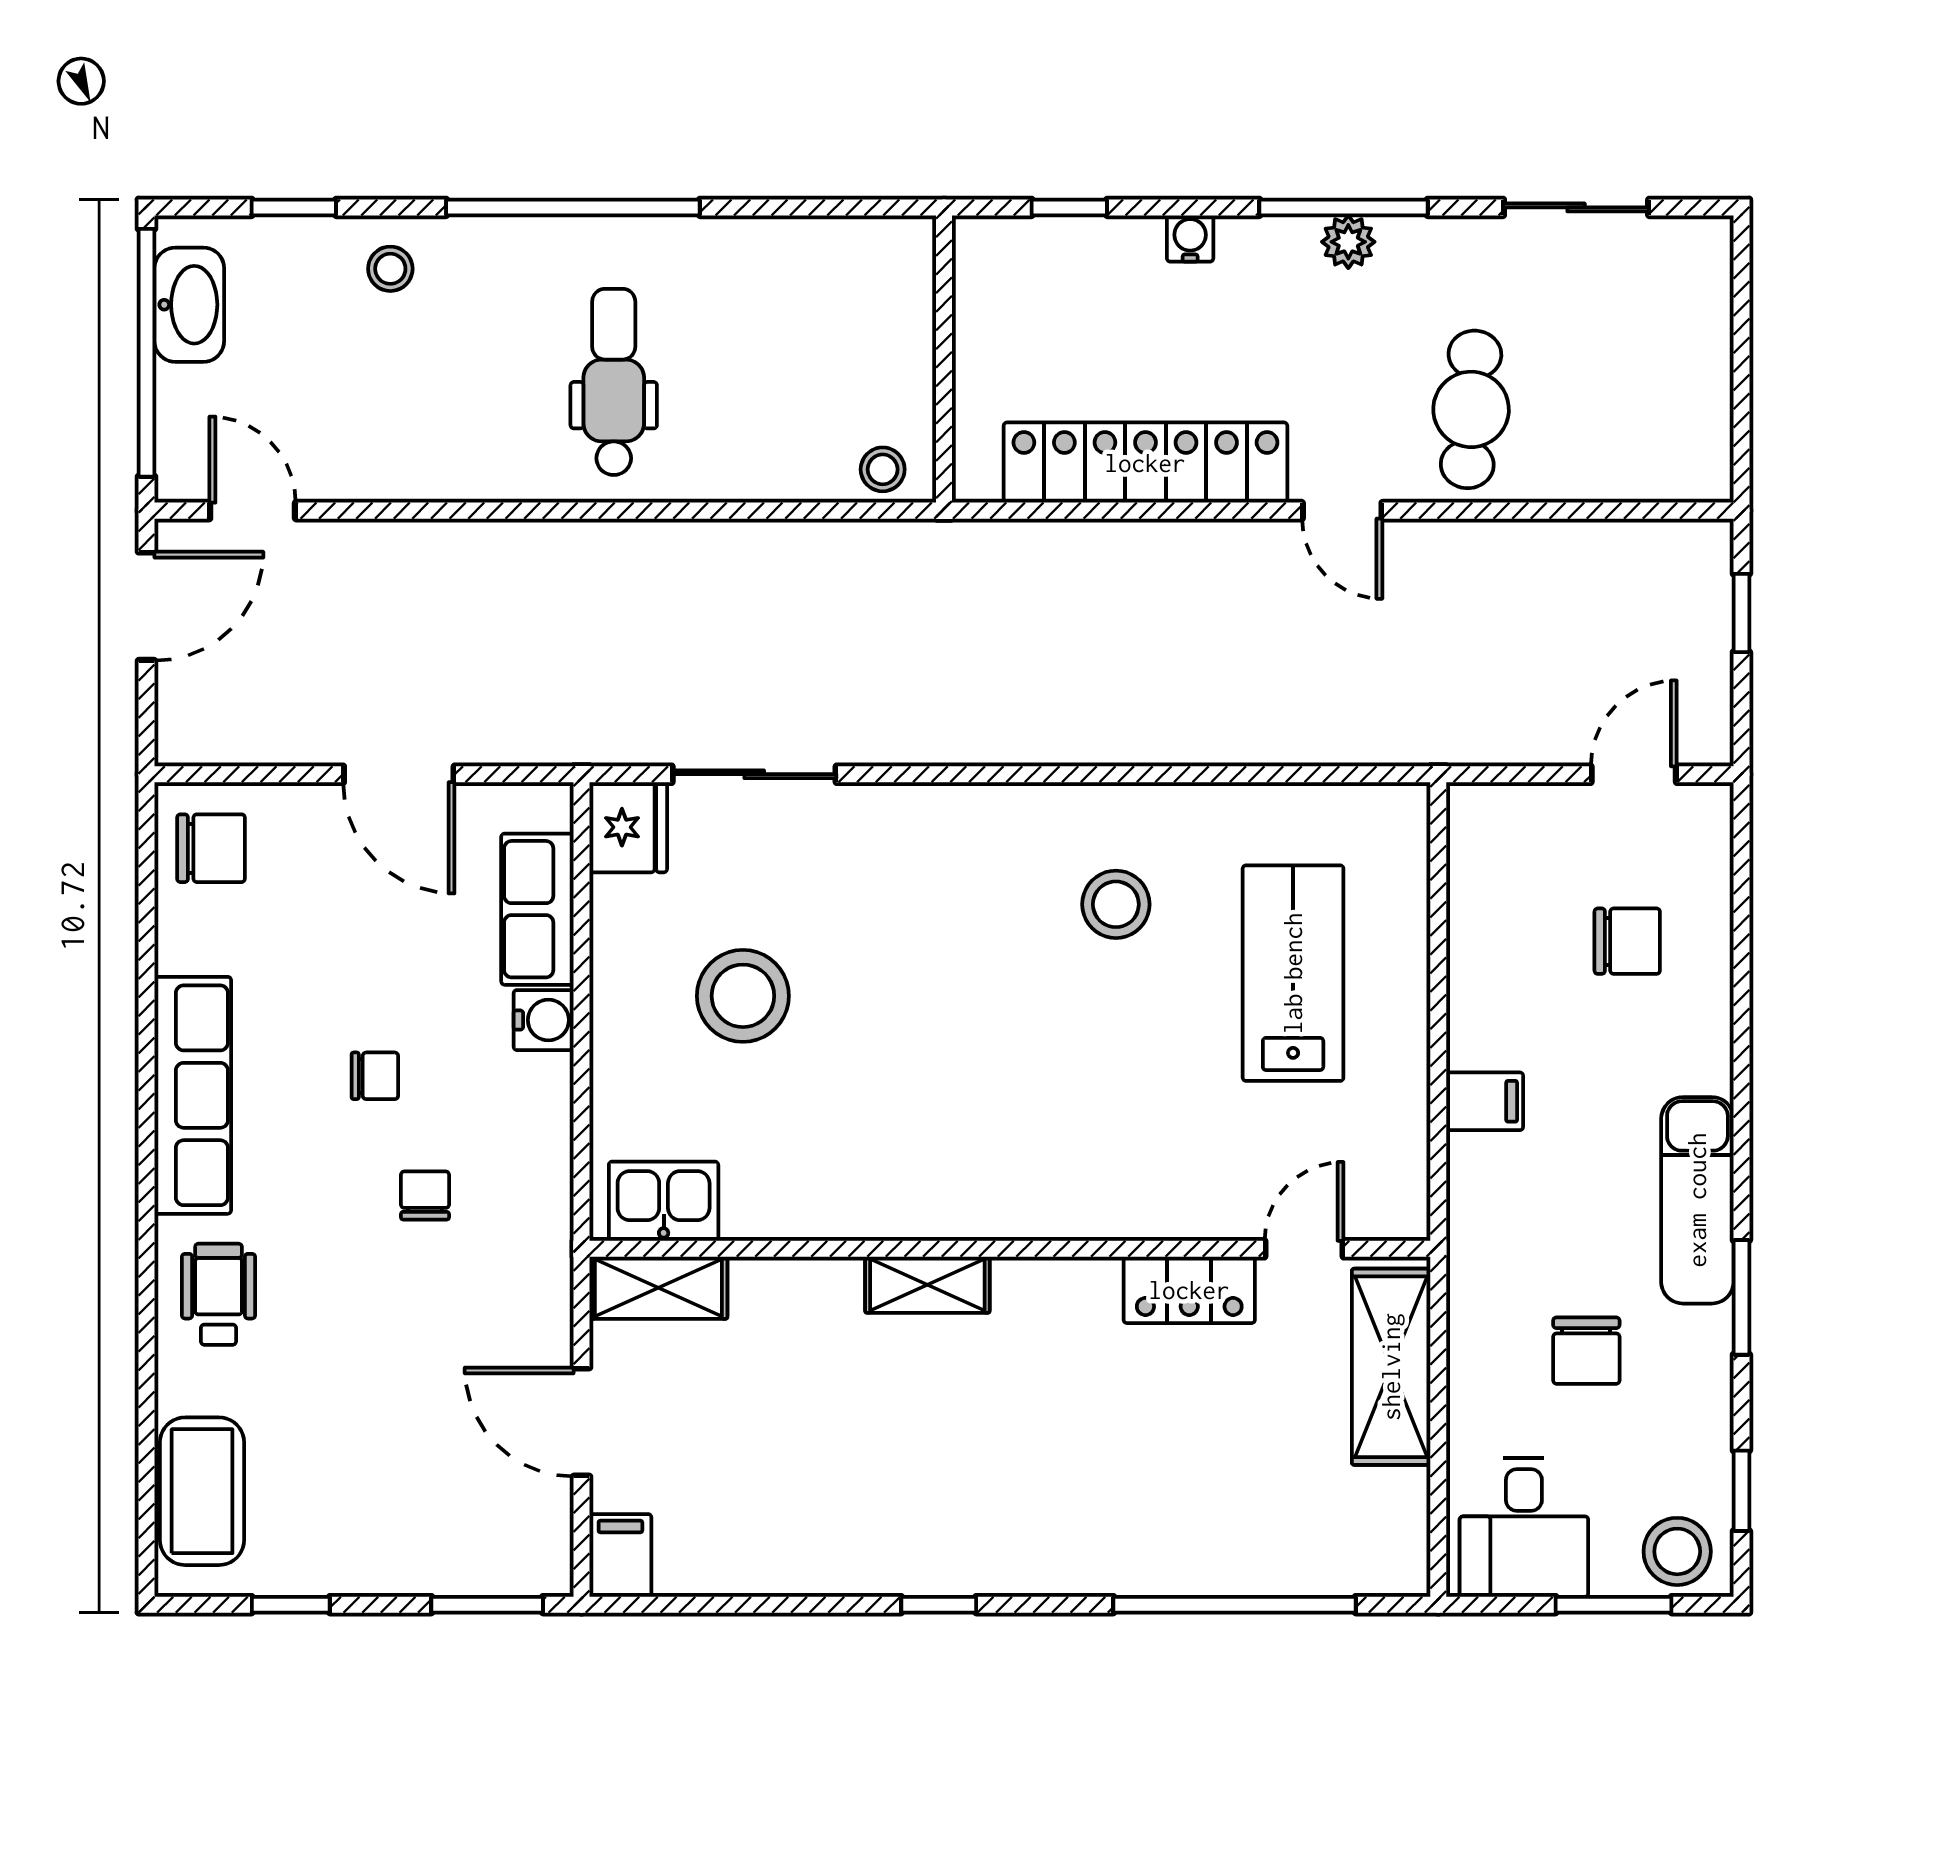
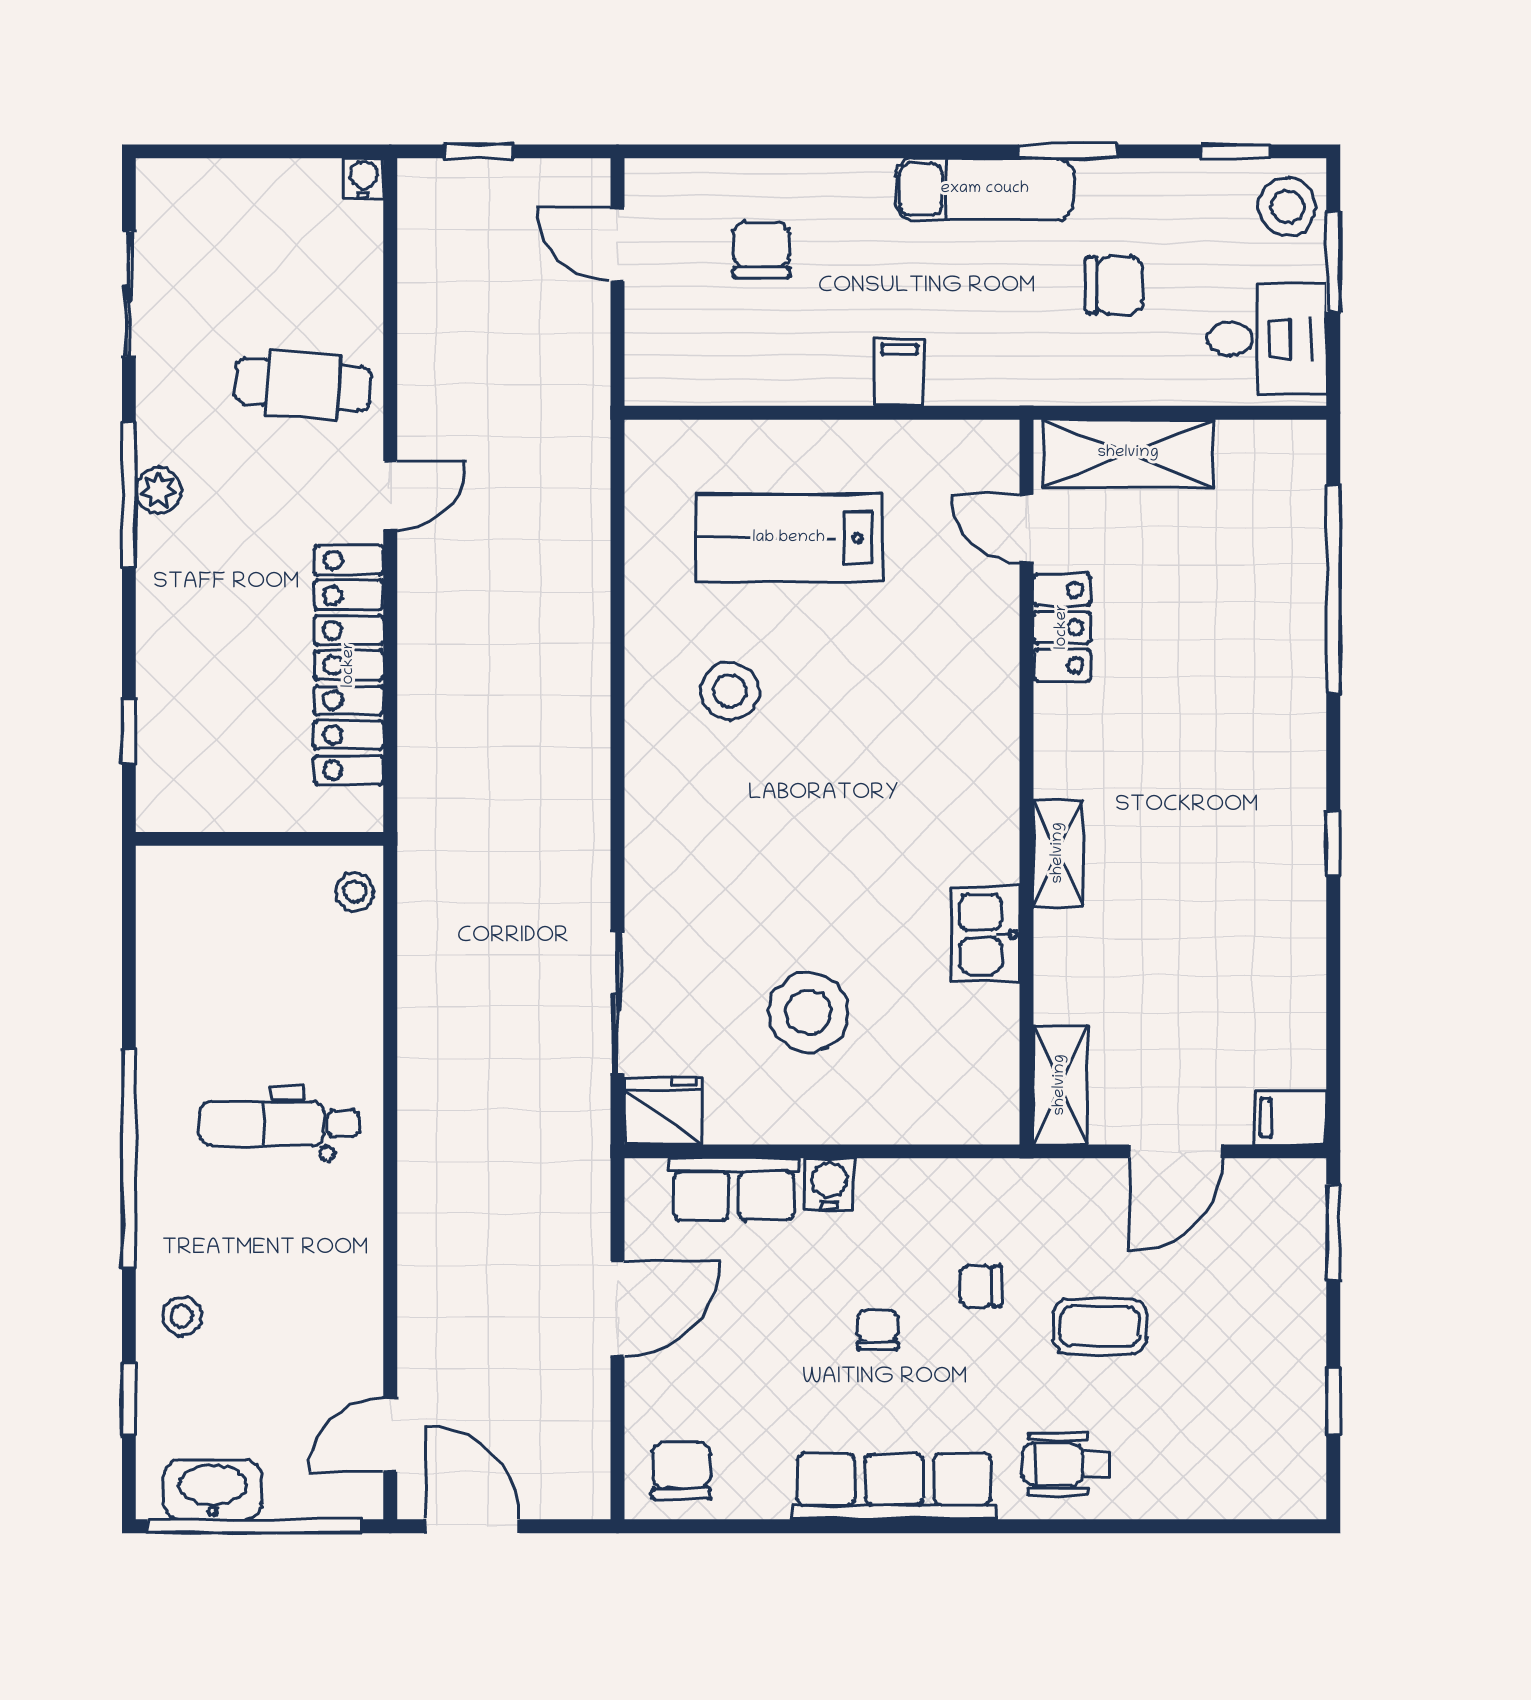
water cooler: (1190, 239) -> (363, 178), moved, turned 90
kitchen sink: (664, 1201) -> (986, 934), moved
coffee table: (202, 1491) -> (1100, 1326), moved, width x0.73, depth x0.77

